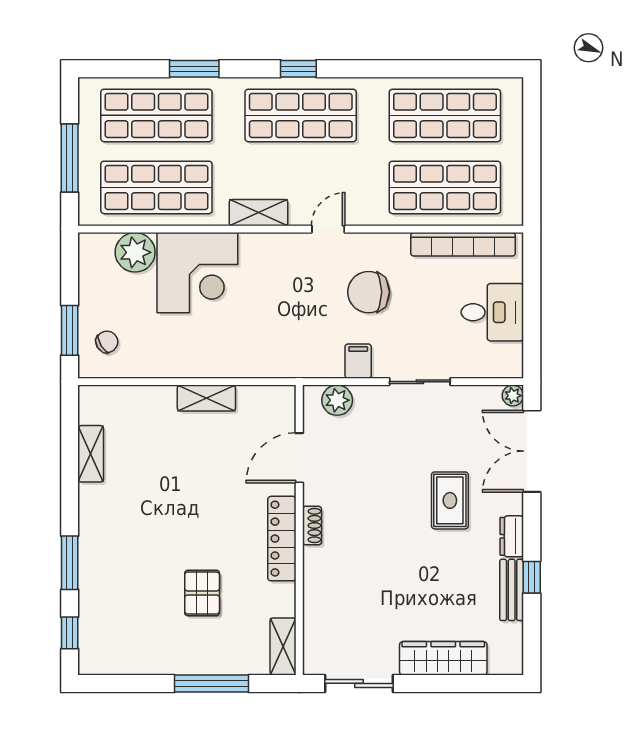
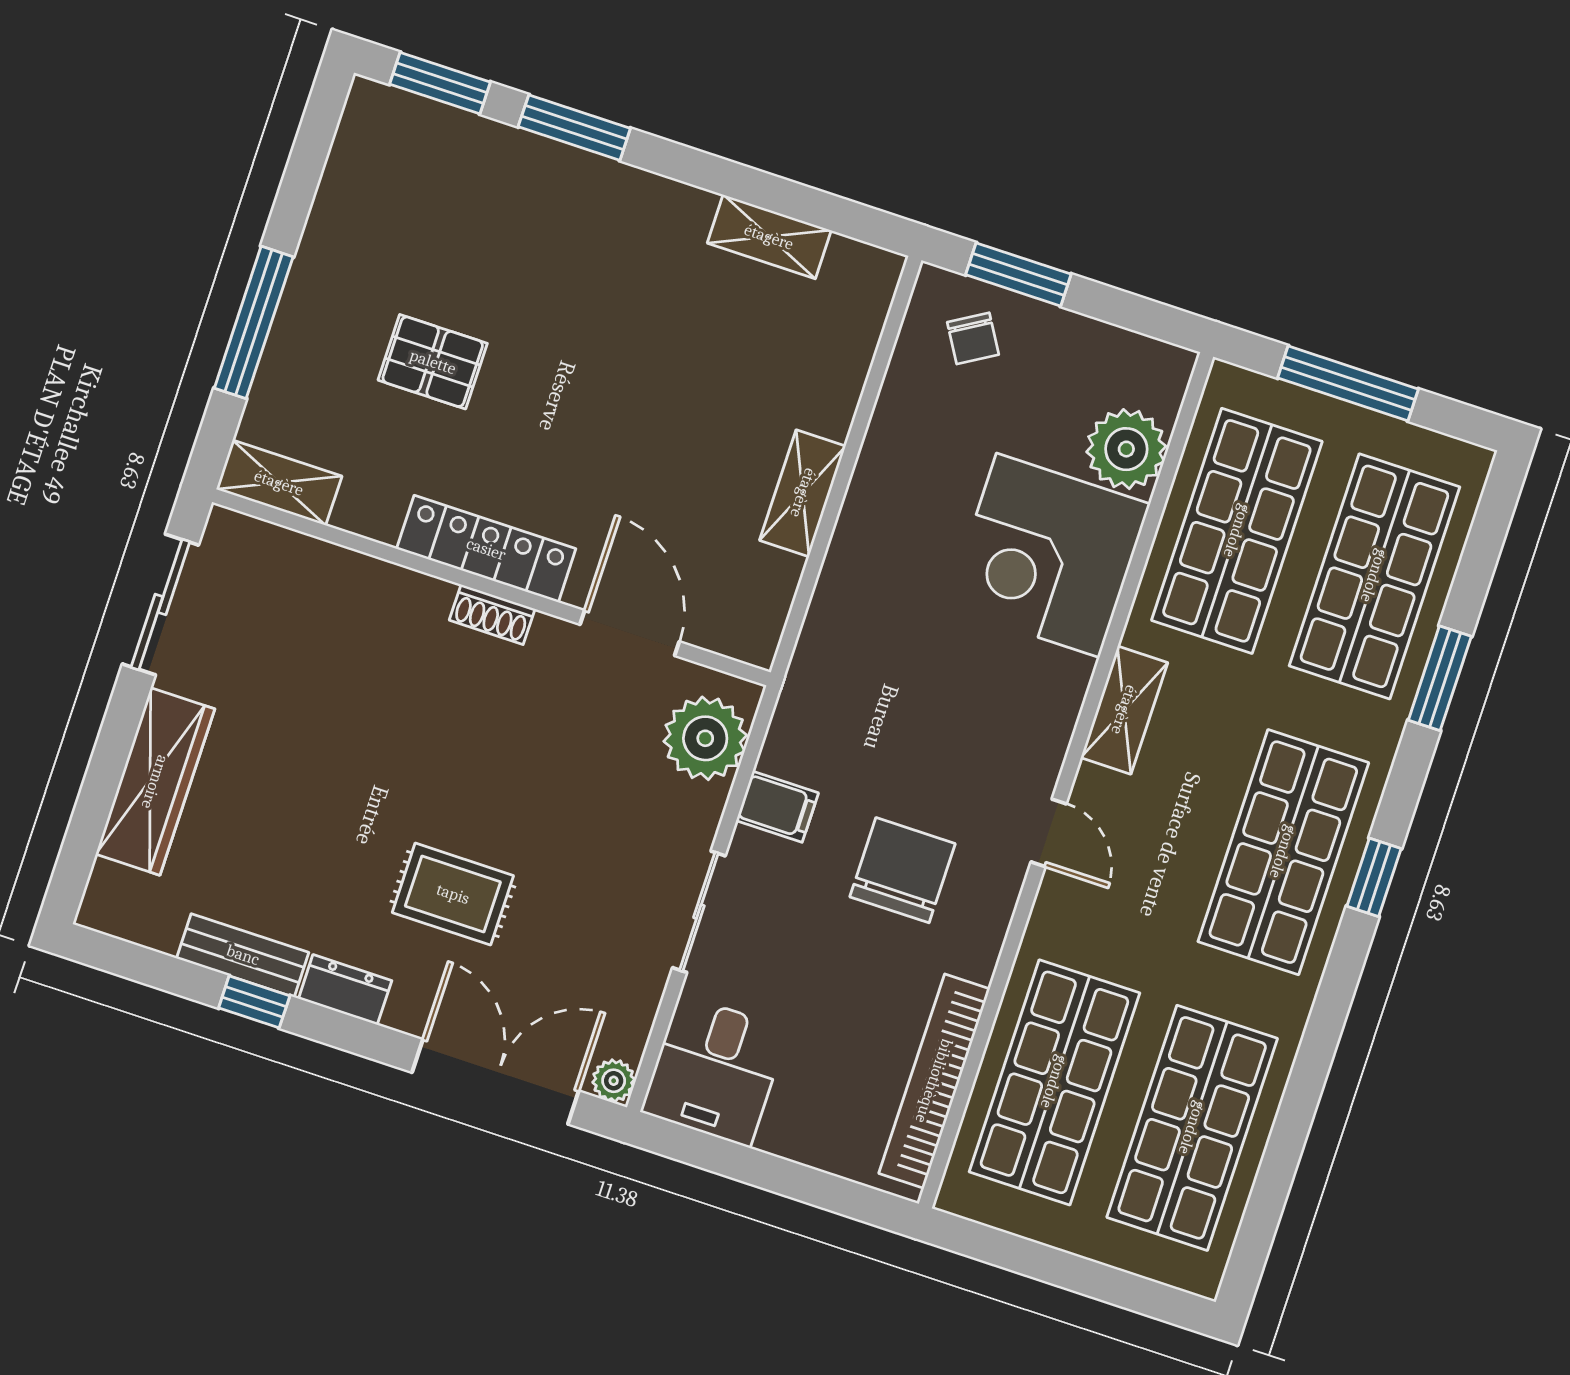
desk: (492, 312) -> (715, 1071), moved
plant: (337, 400) -> (705, 738), width x1.36, depth x1.36
window: (70, 633) -> (440, 83), width x1.50

